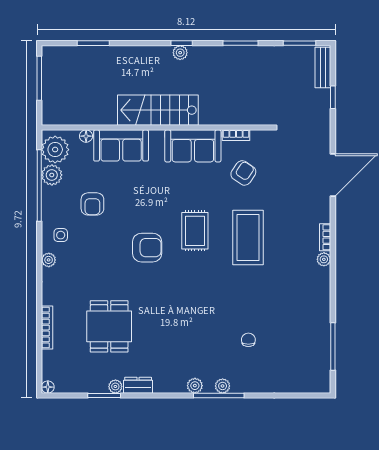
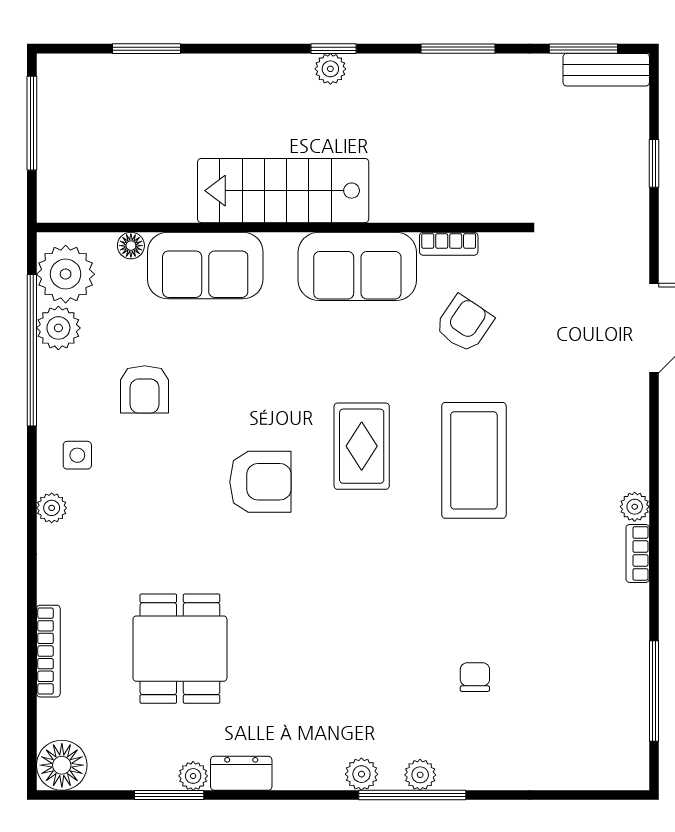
bench: (323, 67) -> (606, 70), moved, turned 90
bookcase: (325, 237) -> (638, 553), moved
floor lamp: (48, 387) -> (62, 765), width x1.89, depth x1.89

